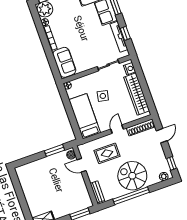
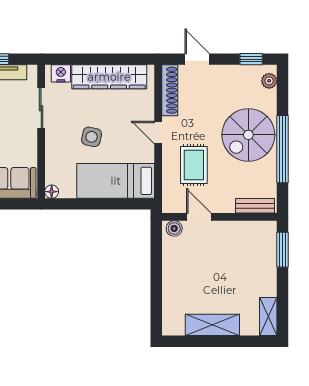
window: (54, 150) -> (156, 254), removed
door: (81, 165) -> (199, 217), swing flipped
shelving: (29, 192) -> (212, 325), added

